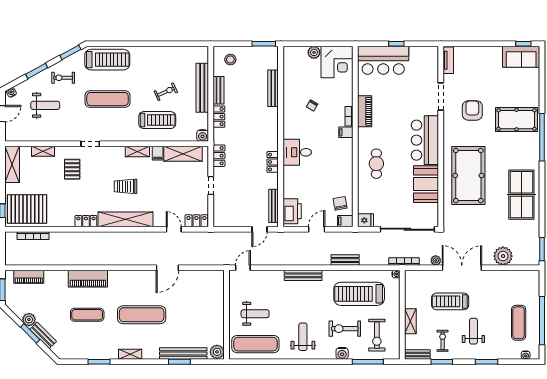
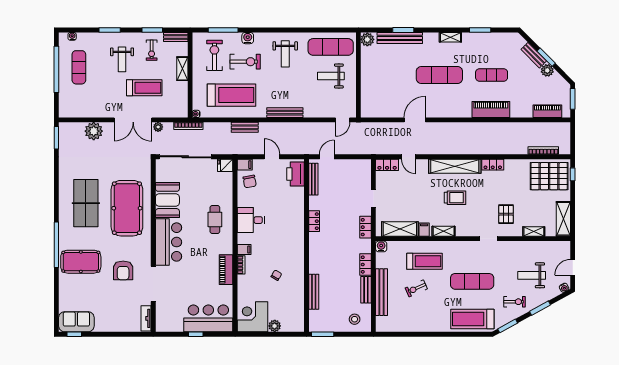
doorway: (441, 96) -> (153, 284), width x1.36
treadmill: (157, 120) -> (425, 261), turned 180
desk: (297, 152) -> (251, 220), moved, turned 180
table tennis table: (521, 195) -> (86, 203), moved
door: (317, 229) -> (272, 157), swing flipped

